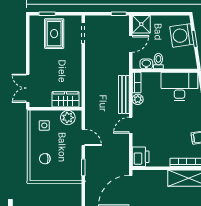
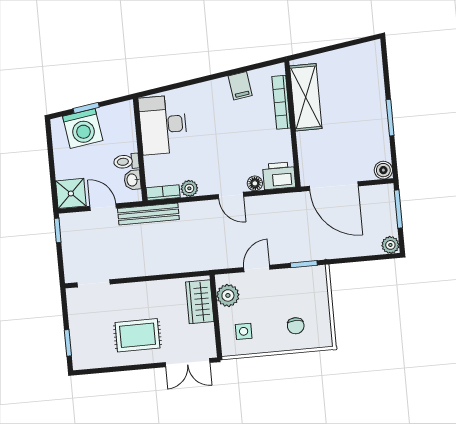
rug: (54, 34) -> (137, 335), moved
bench: (124, 94) -> (148, 214), moved
floor lamp: (137, 141) -> (255, 183), added

